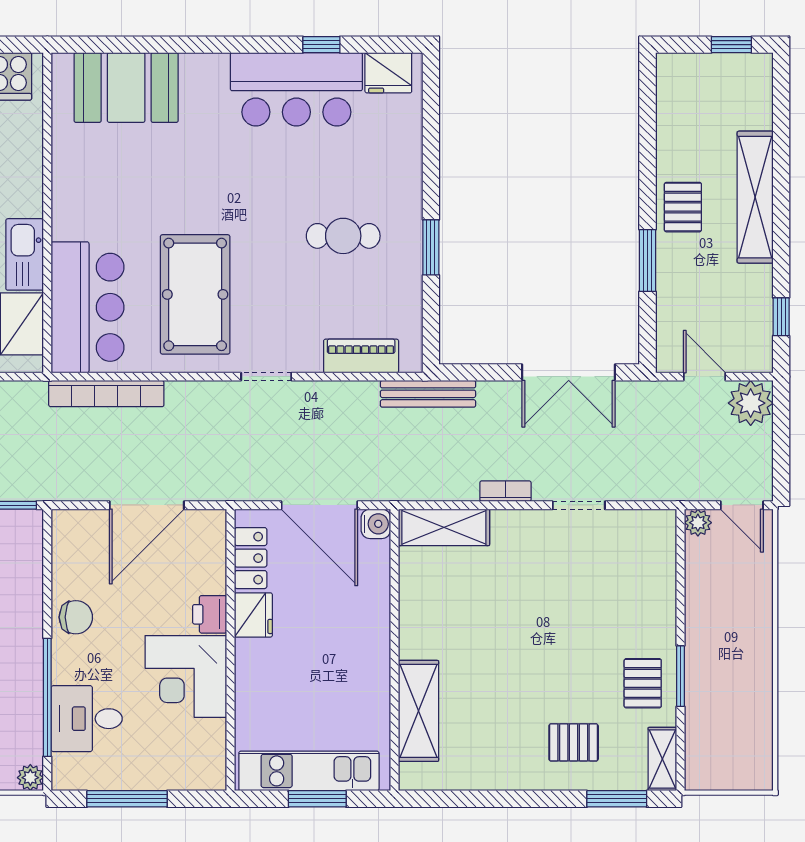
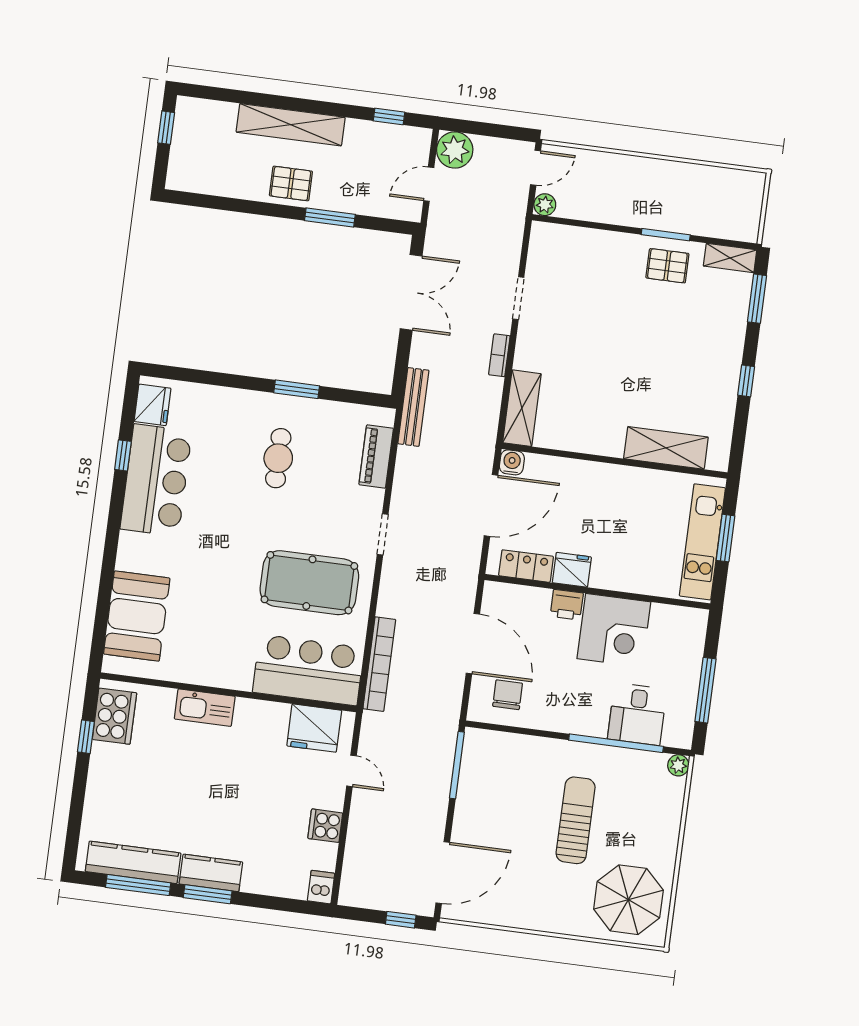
kitchen sink: (25, 254) -> (205, 708), moved
chair: (76, 617) -> (508, 695), moved
pallet: (574, 742) -> (707, 327), removed
window: (514, 799) -> (746, 381), added

